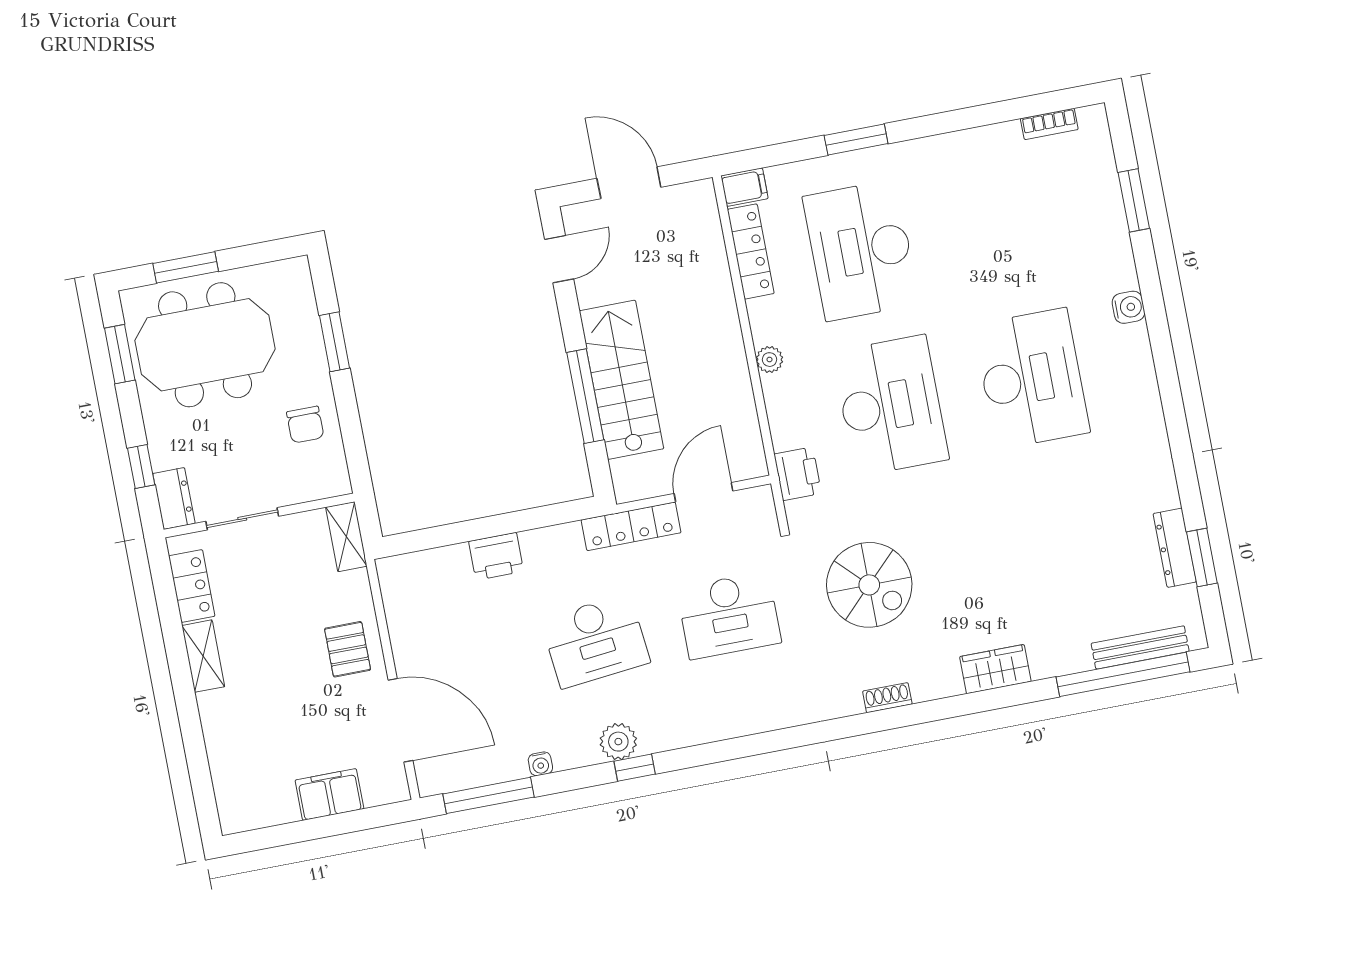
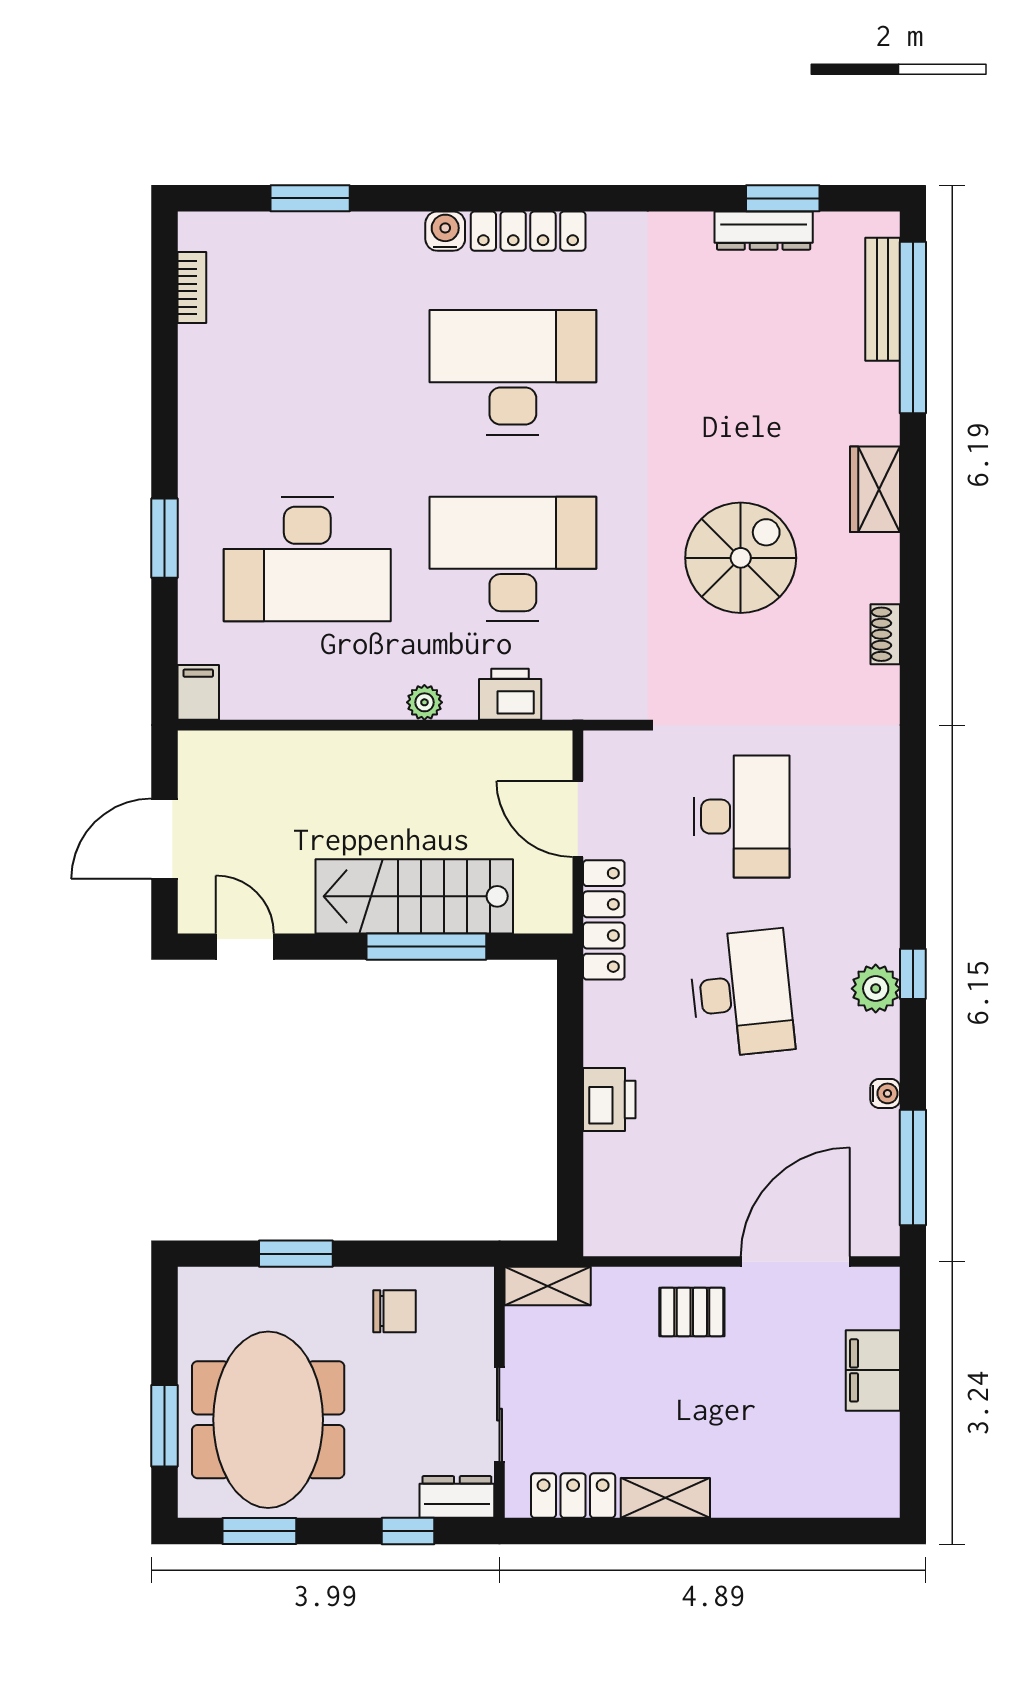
locker: (751, 251) -> (528, 231), moved, turned 180
printer: (798, 474) -> (510, 694), moved
spiral stairs: (869, 585) -> (741, 558), moved

